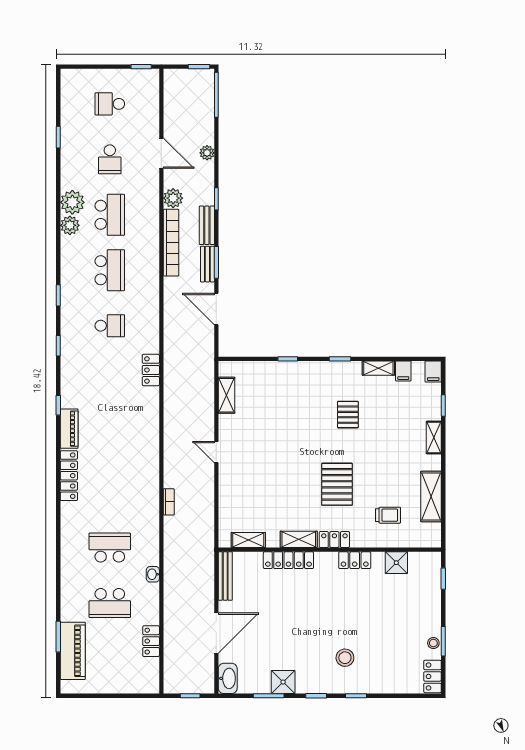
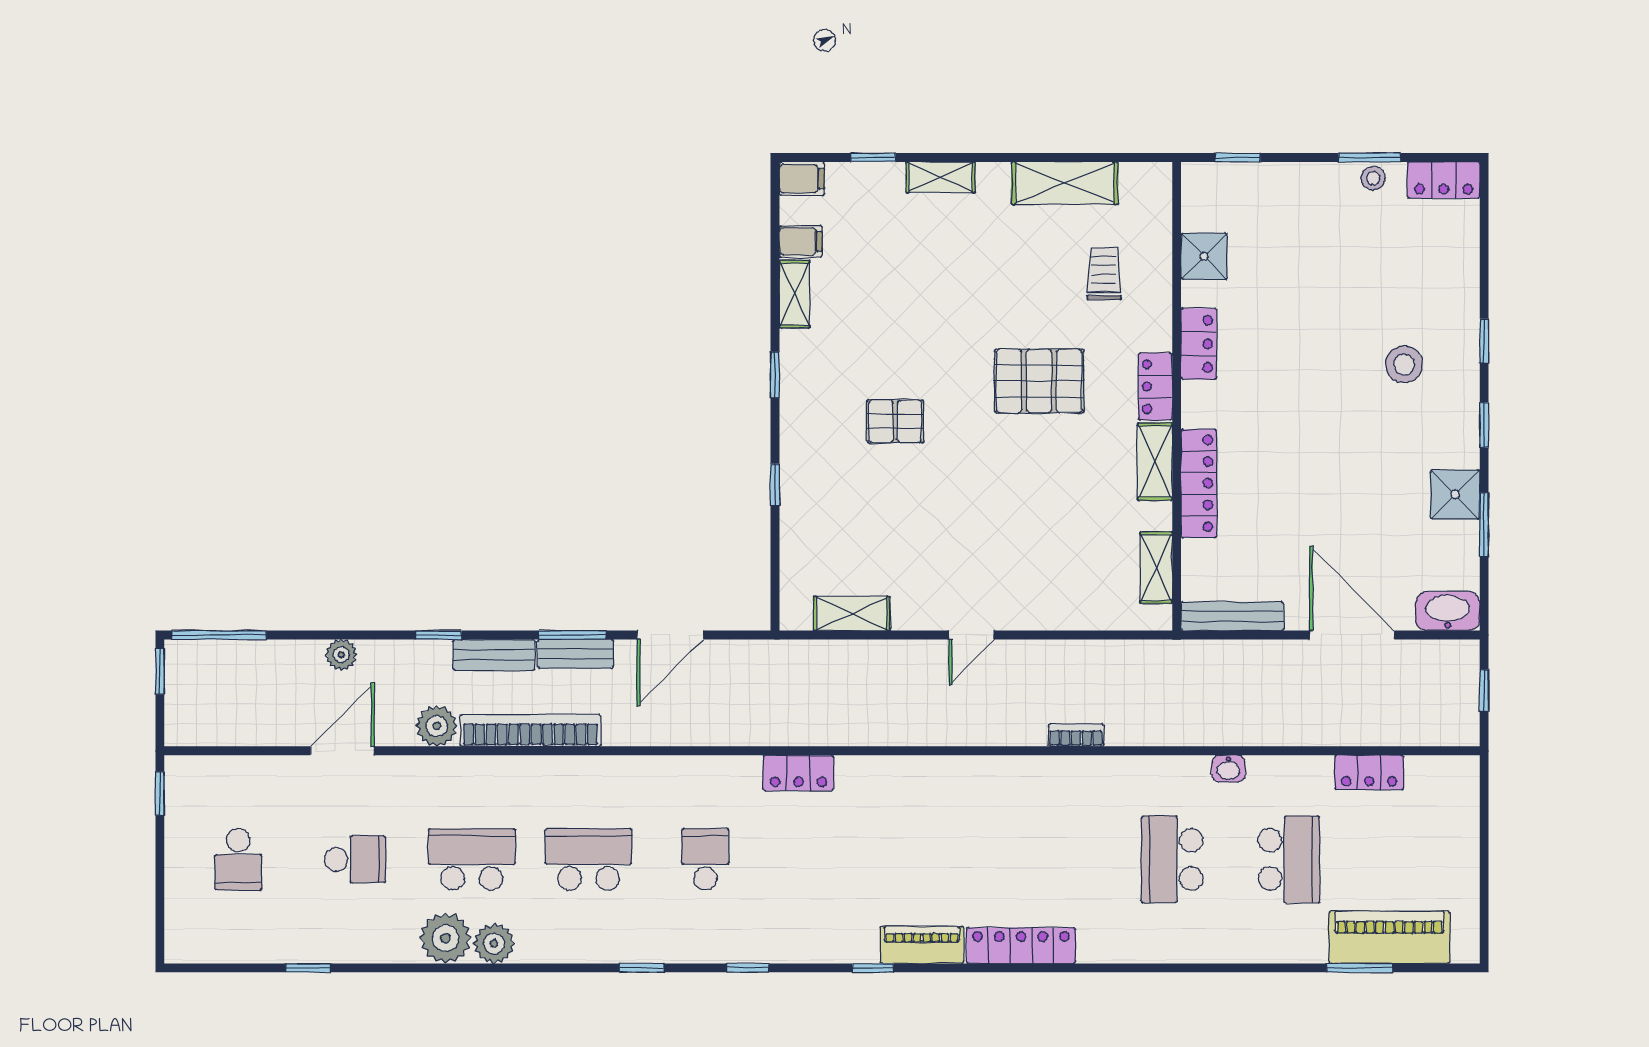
pallet: (348, 415) -> (895, 421), moved

